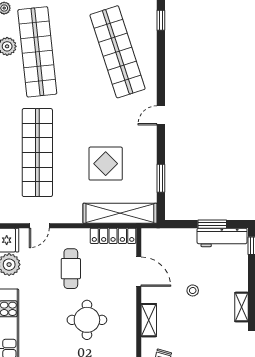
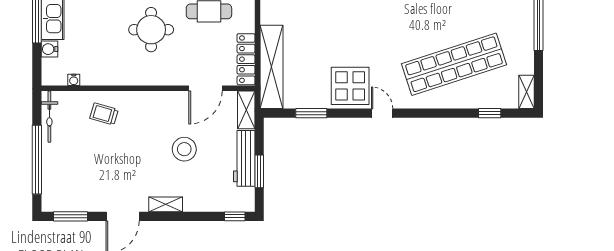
display table: (106, 164) -> (350, 86), moved
workbench: (222, 237) -> (244, 158), moved
stool: (193, 290) -> (184, 149), width x1.89, depth x1.89
shelving: (149, 320) -> (246, 110), moved, turned 90

